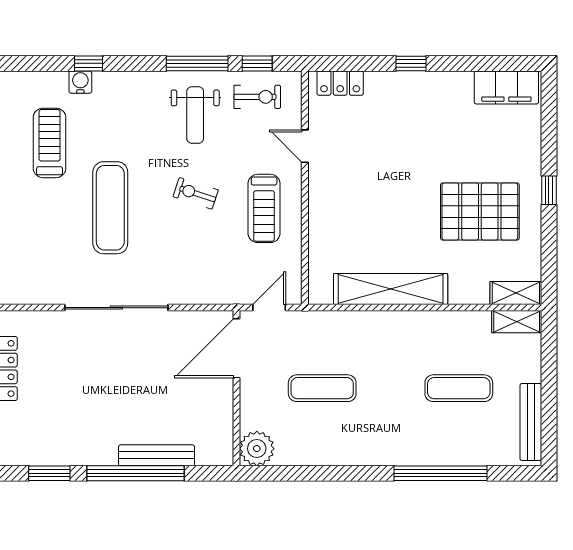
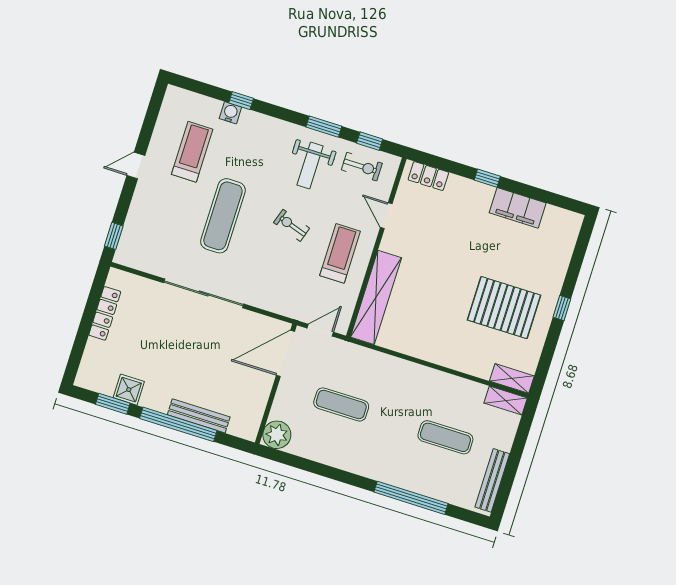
window: (197, 63) -> (324, 127), width x0.69
filing cabinet: (506, 87) -> (518, 208), moved
treadmill: (264, 208) -> (340, 253), turned 180
shelving: (391, 289) -> (376, 297), moved, turned 90
shower: (63, 450) -> (129, 390), added

